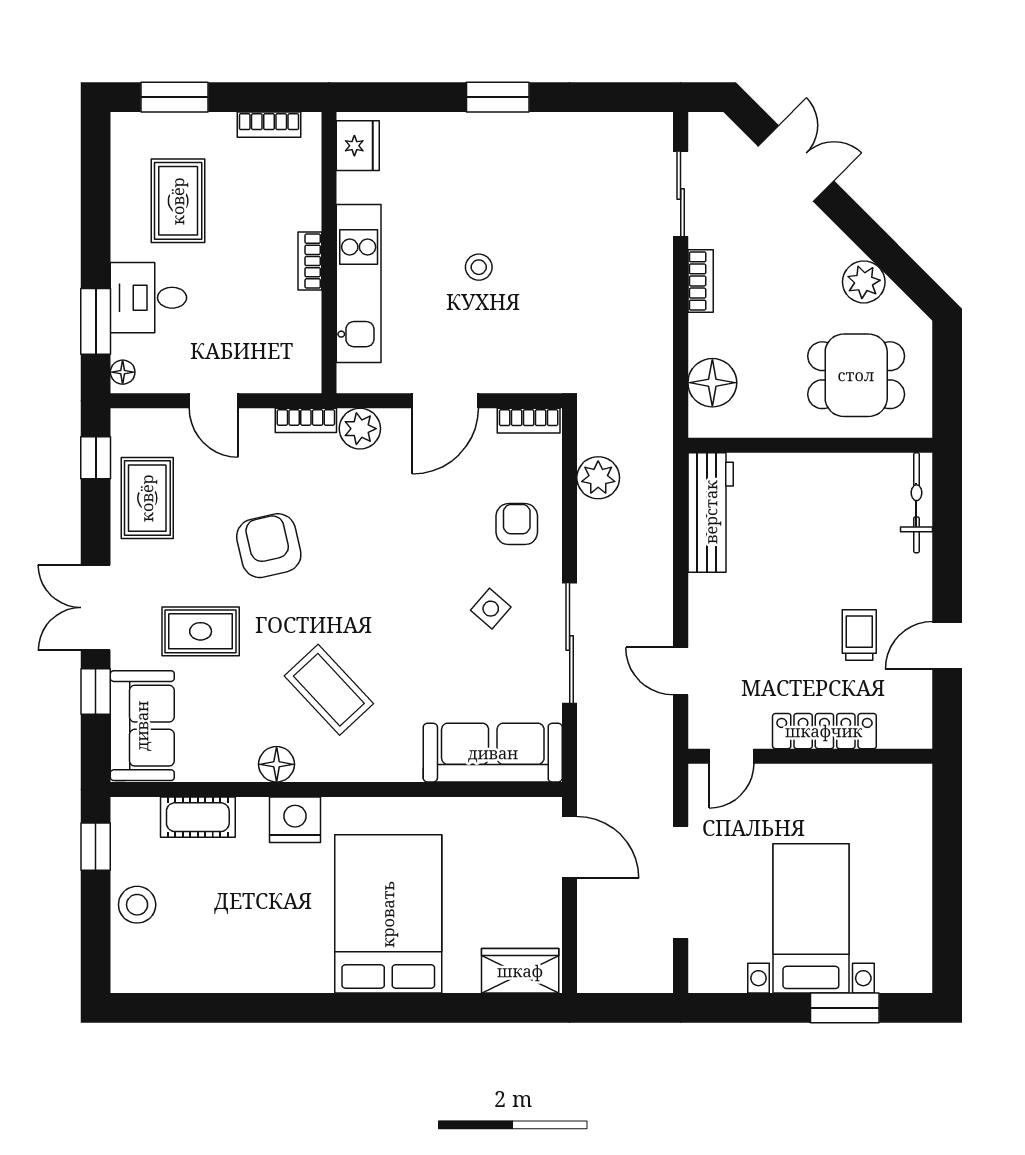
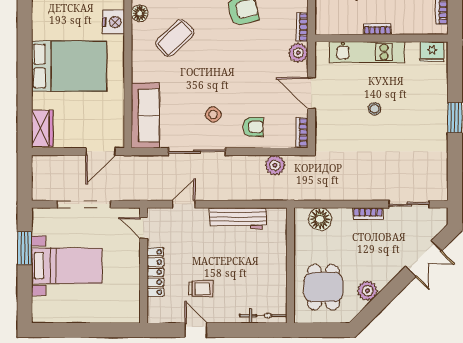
workbench: (711, 512) -> (238, 218), moved
window: (845, 1008) -> (25, 248), moved

